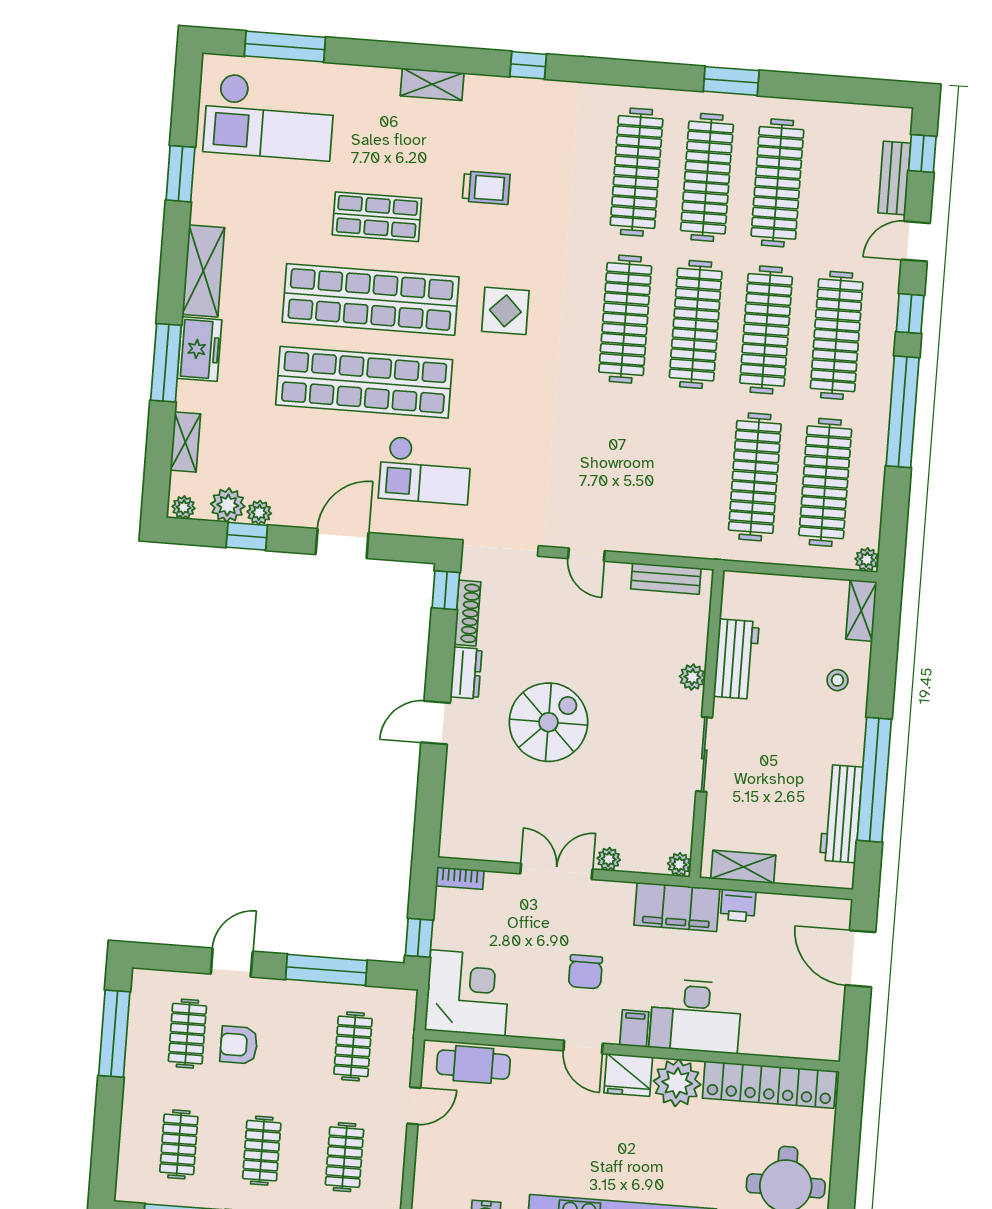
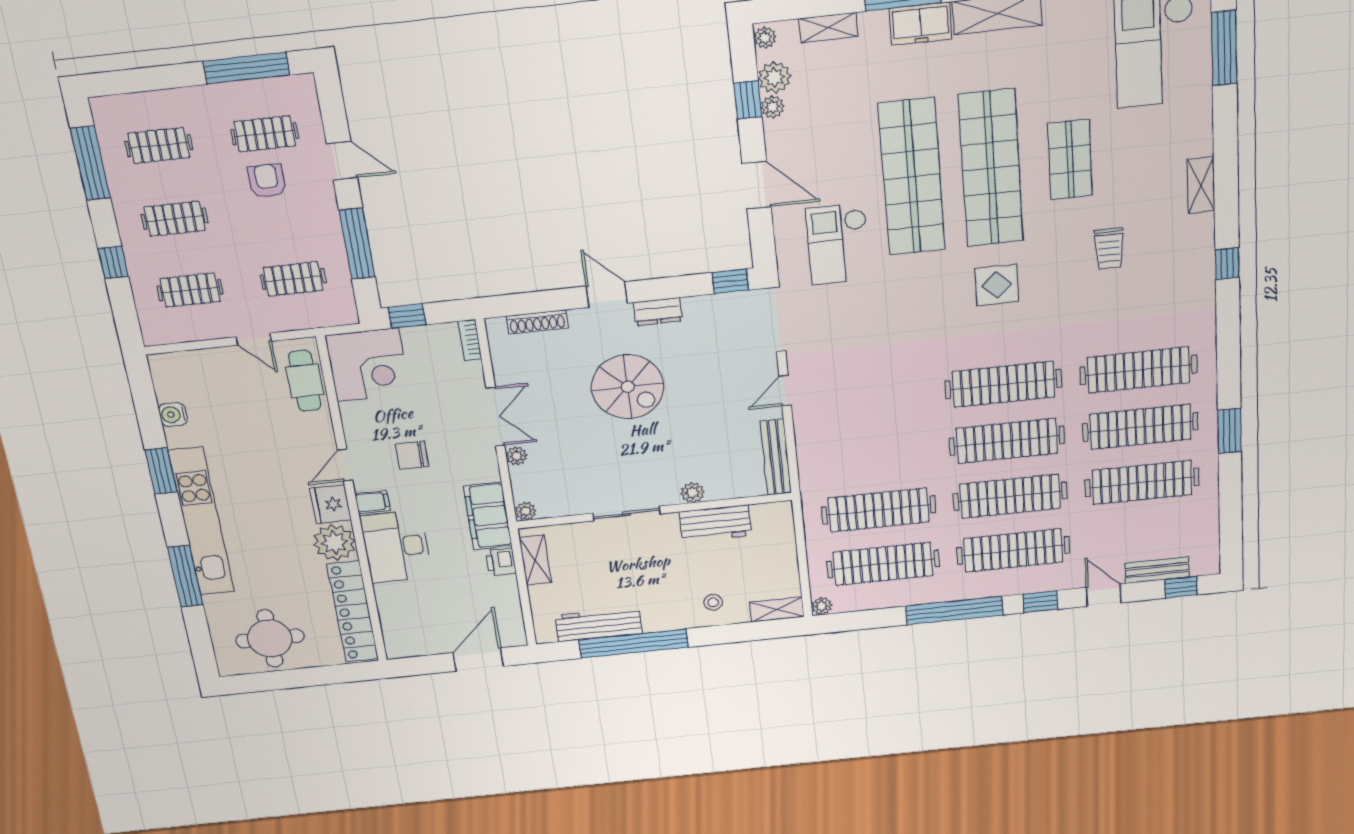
bench: (666, 579) -> (776, 457), width x1.36
shoe rack: (467, 613) -> (537, 322), moved

